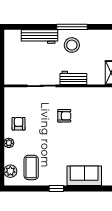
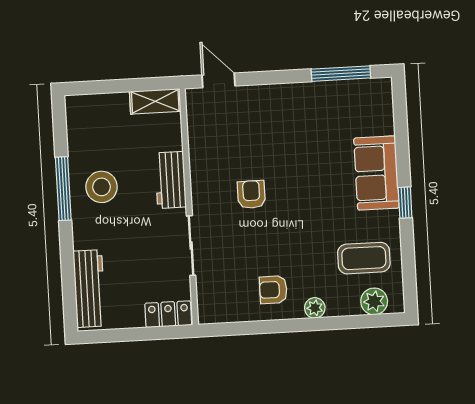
workbench: (40, 37) -> (89, 289), moved
locker: (10, 73) -> (168, 314), added
sofa: (84, 176) -> (376, 173), moved

